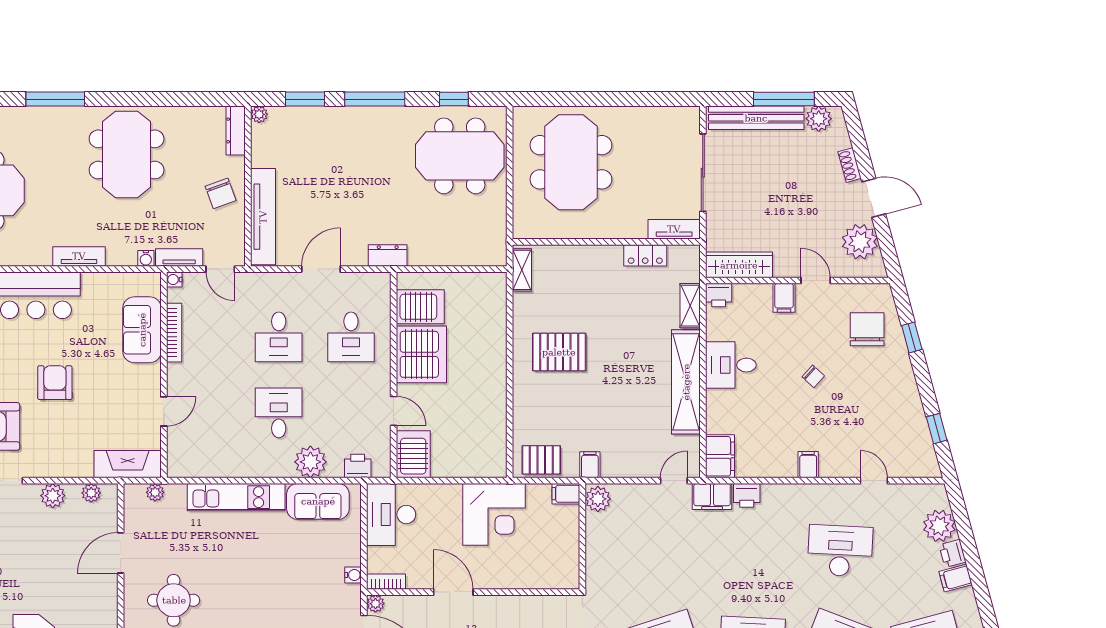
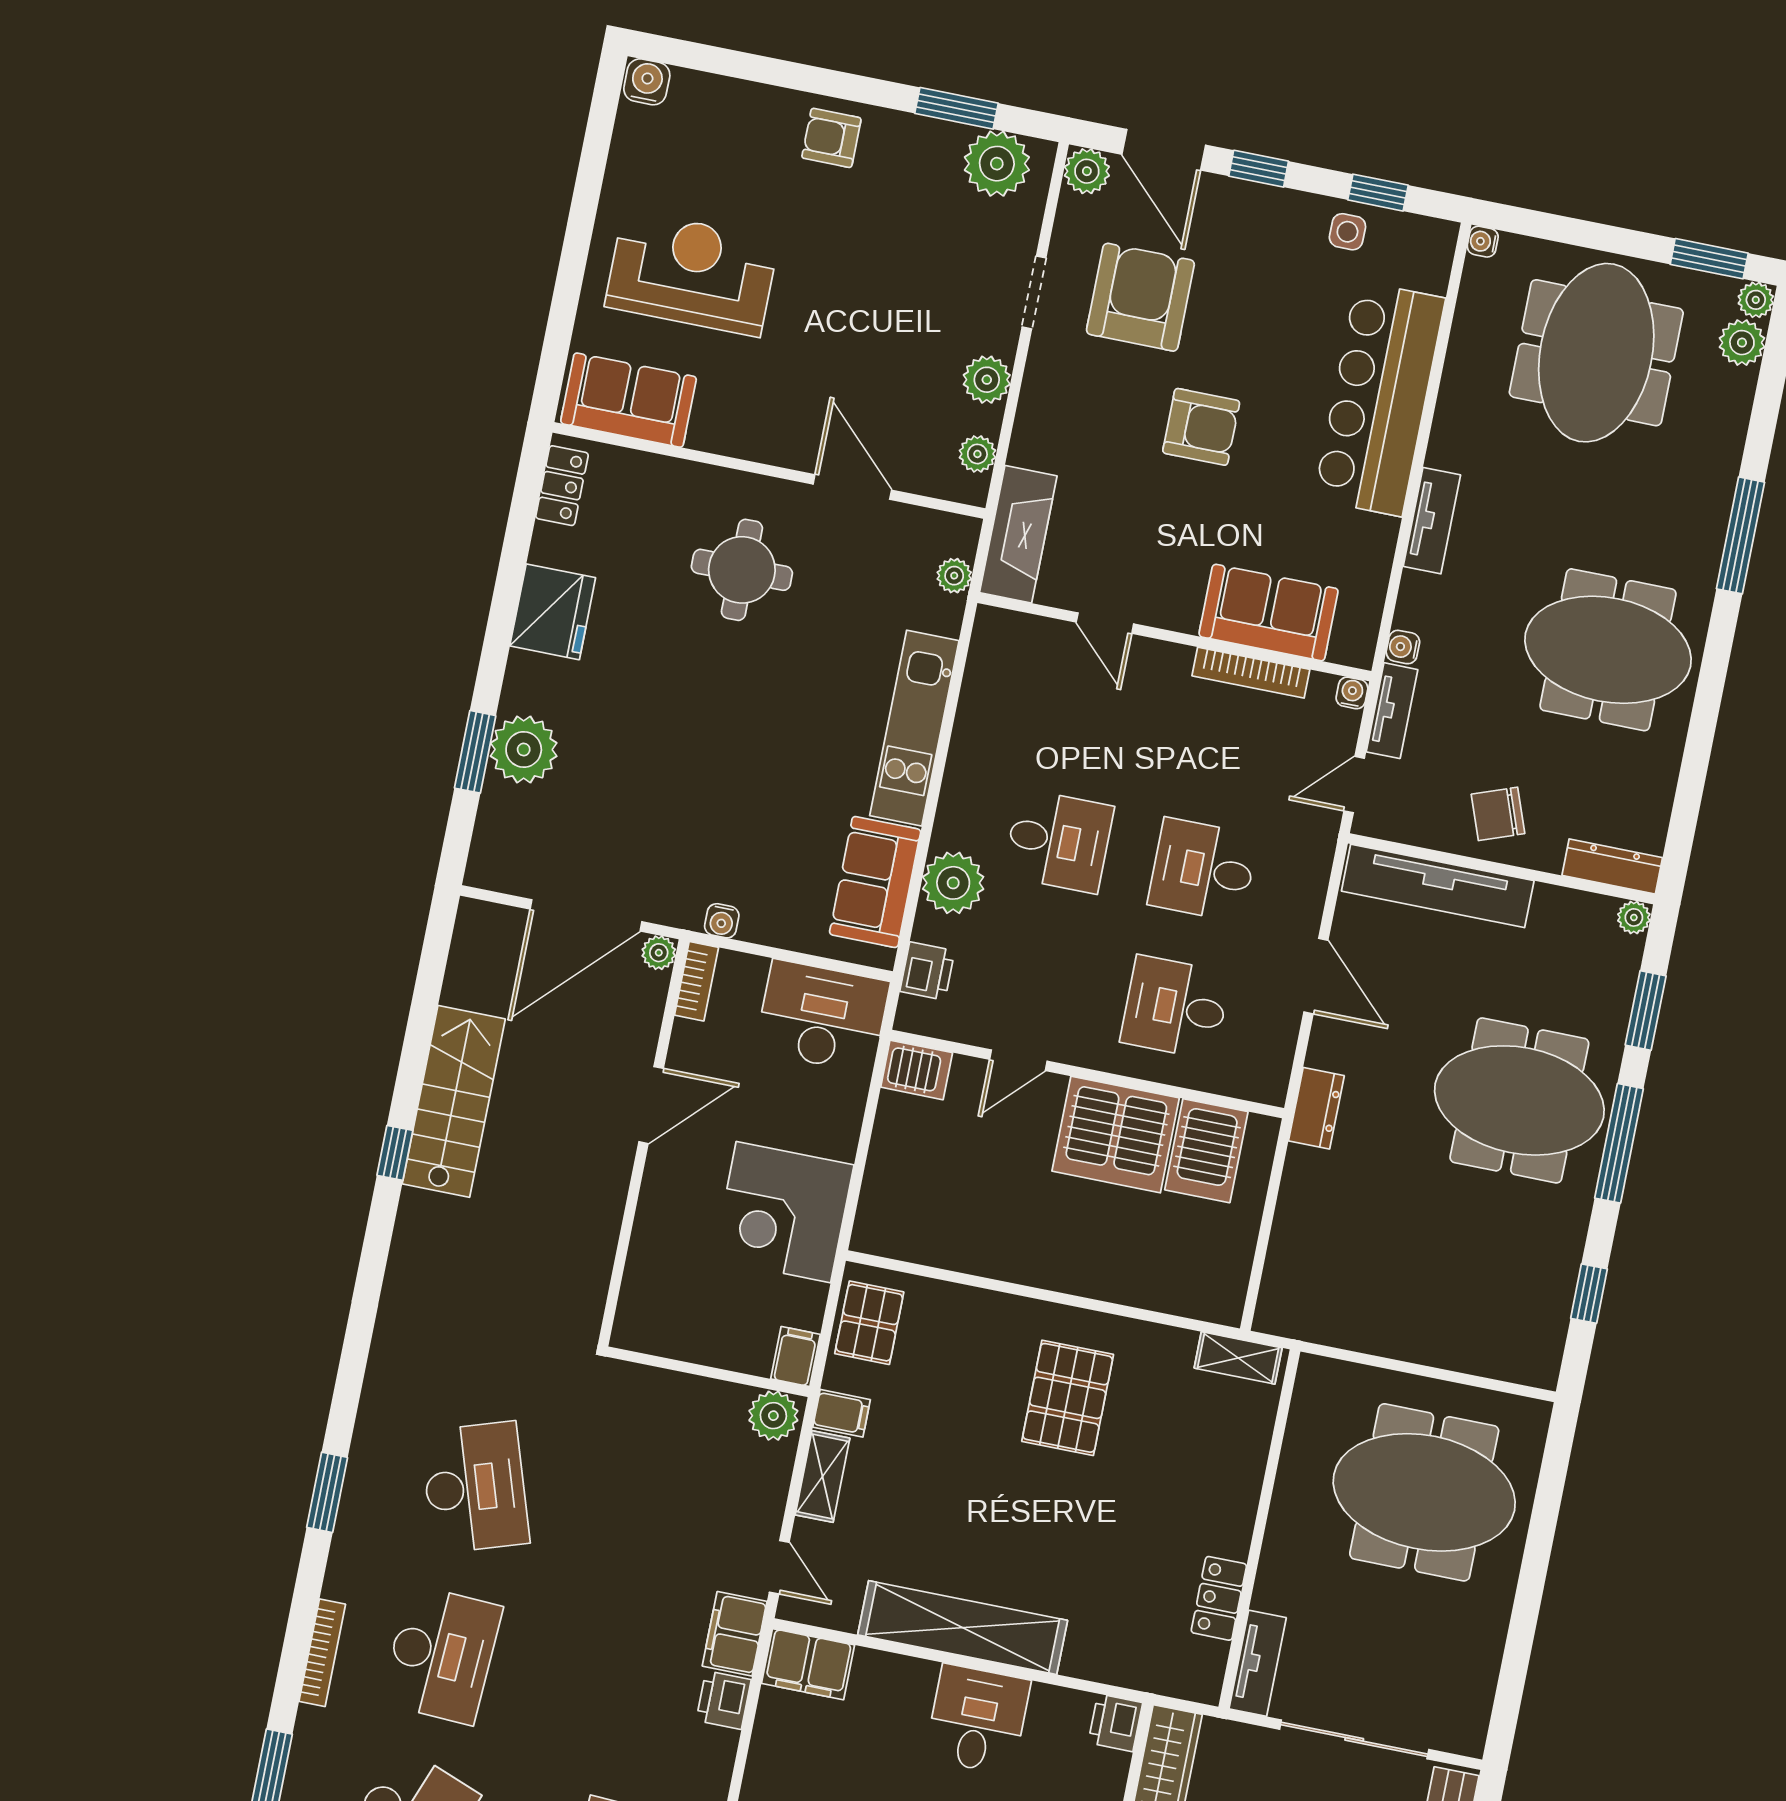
meeting table: (460, 156) -> (1519, 1100), moved, turned 90
shelving: (690, 306) -> (822, 1477), moved, turned 90
server rack: (413, 454) -> (917, 1070), width x0.73, depth x0.70

